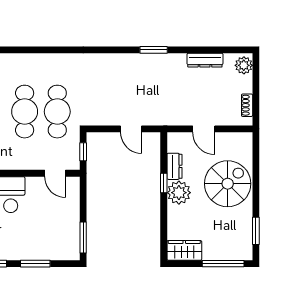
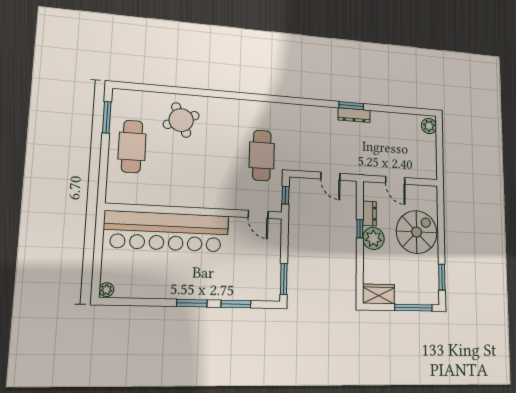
dresser: (205, 60) -> (354, 115), moved
shoe rack: (247, 105) -> (432, 162), removed
cafe table: (25, 112) -> (230, 153), removed

